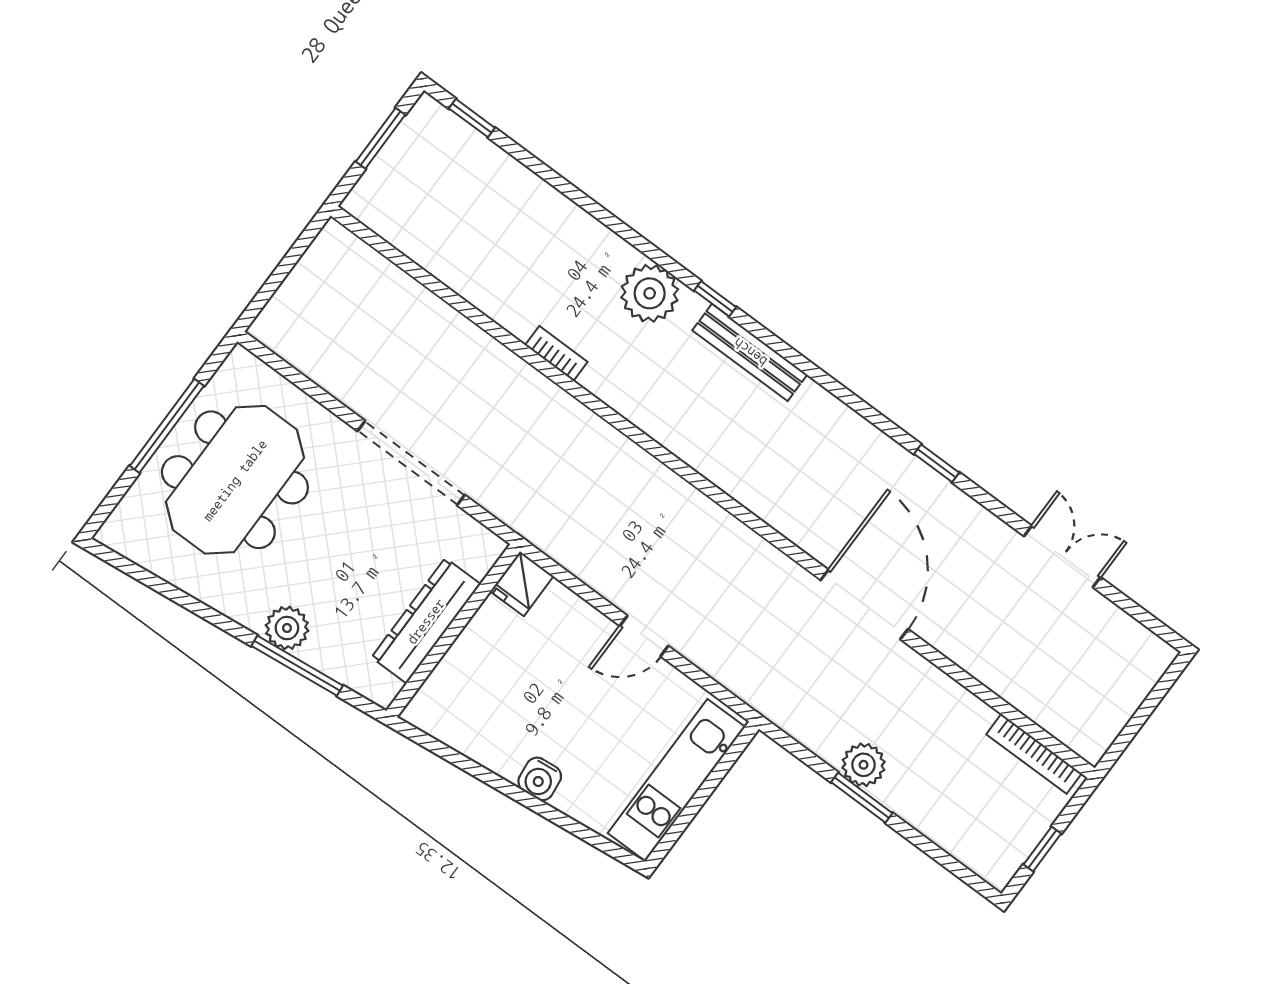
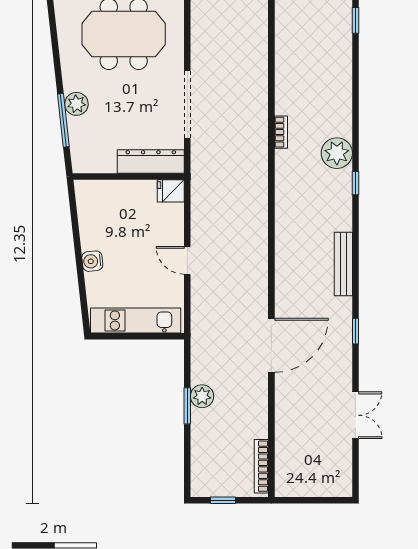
bench: (750, 352) -> (343, 264), moved
dresser: (426, 621) -> (151, 162), moved

